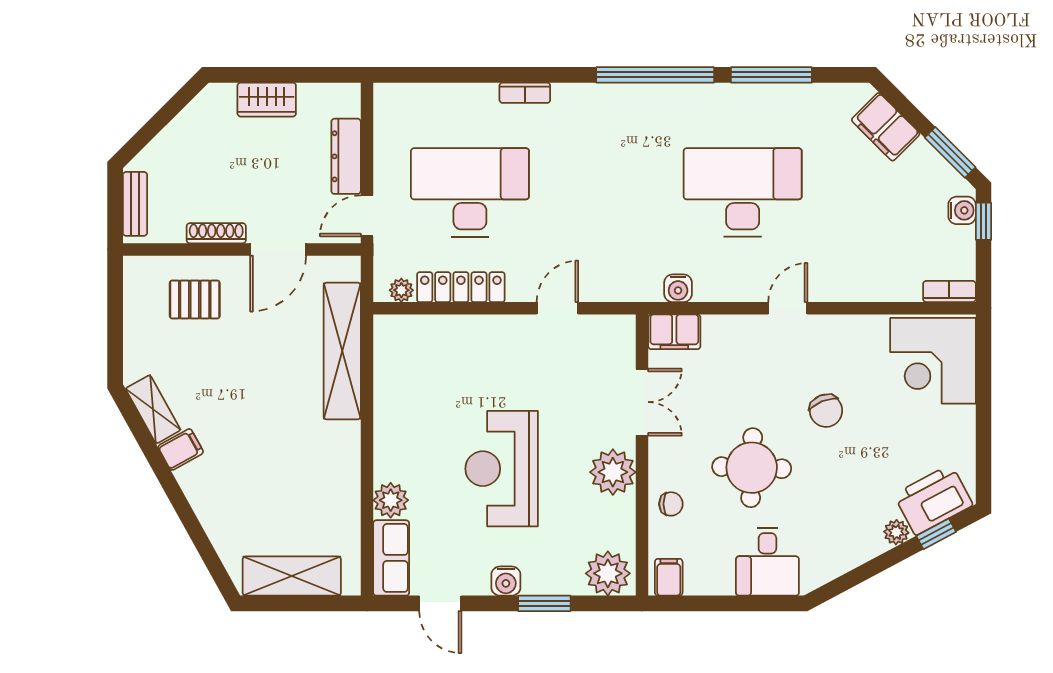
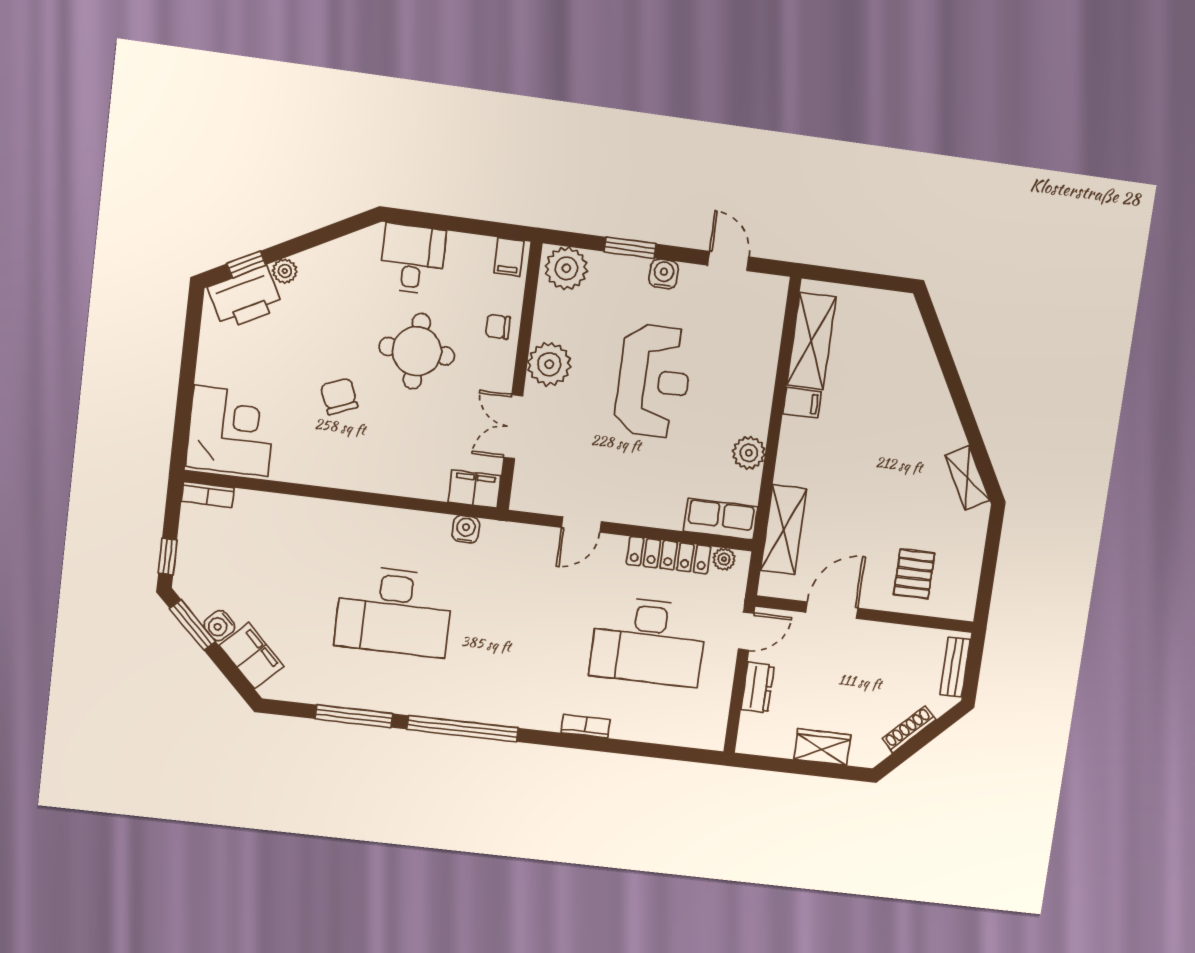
dresser: (346, 156) -> (758, 688), width x0.70
water cooler: (962, 210) -> (219, 626), moved, turned -45
shoe rack: (216, 233) -> (909, 729), moved, turned 135
pallet: (195, 299) -> (914, 574), turned 90
door: (788, 308) -> (364, 498), removed
shelving: (342, 351) -> (784, 530), width x0.68
filing cabinet: (181, 449) -> (802, 403), moved, turned -151
plant: (391, 500) -> (749, 453), moved
row of seats: (391, 558) -> (721, 519), moved, turned 90
shelving: (292, 576) -> (811, 341), moved, turned 90

